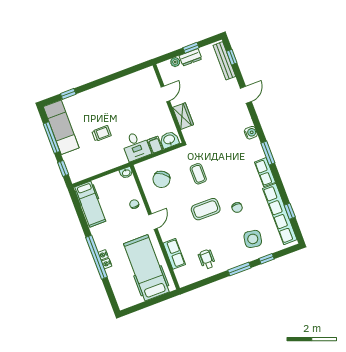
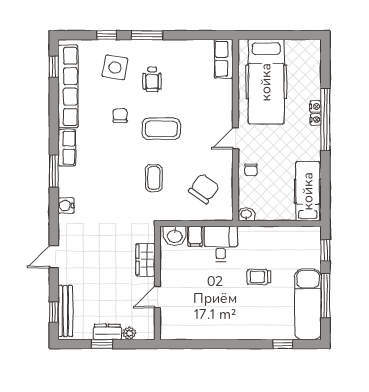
window: (290, 211) -> (54, 67), moved
row of seats: (174, 254) -> (224, 59), moved
wheelchair: (207, 259) -> (152, 79), moved

